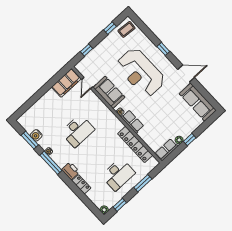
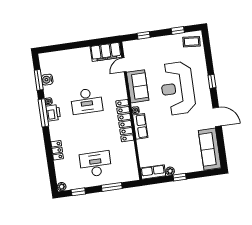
locker: (135, 144) -> (125, 121), moved
printer: (71, 171) -> (53, 113), moved
desk: (118, 174) -> (96, 164), turned 180

